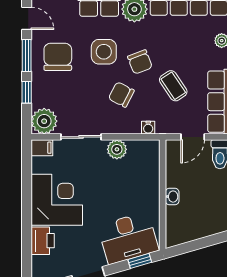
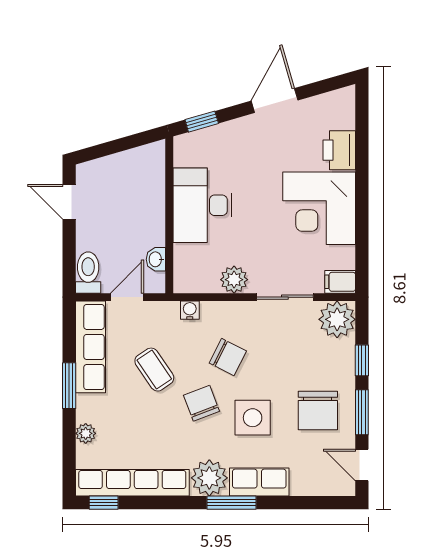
washbasin: (172, 197) -> (156, 259), moved
desk: (128, 238) -> (202, 205), moved, turned -74

